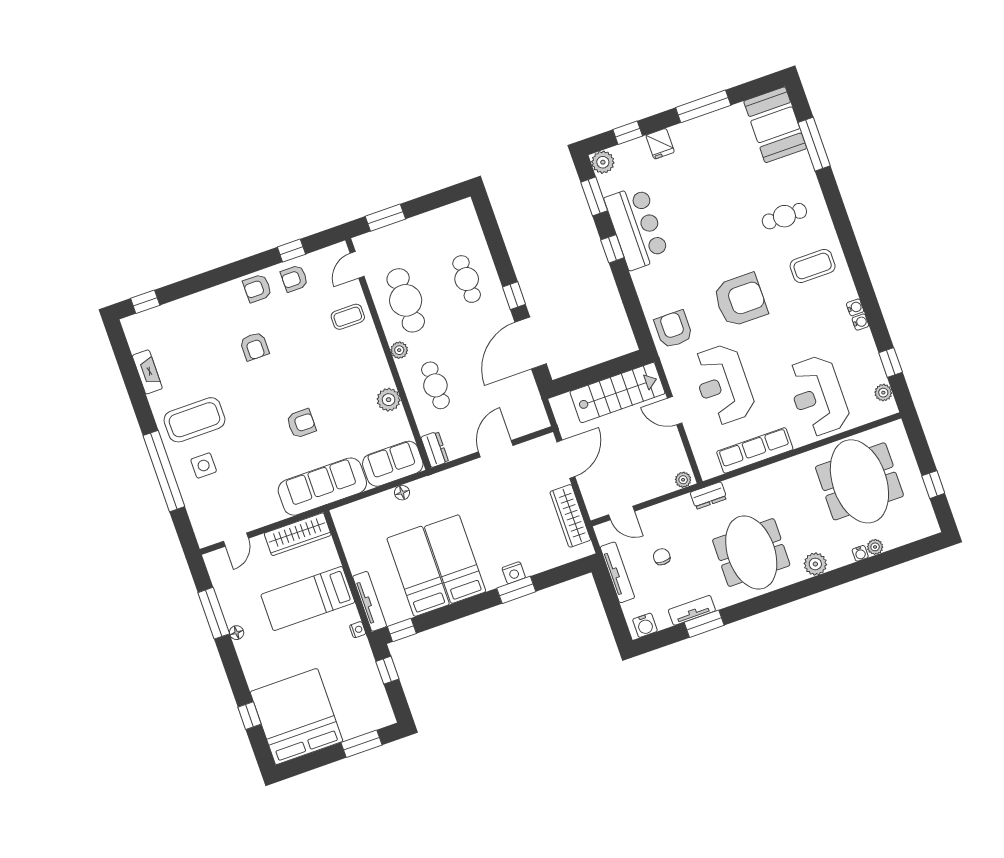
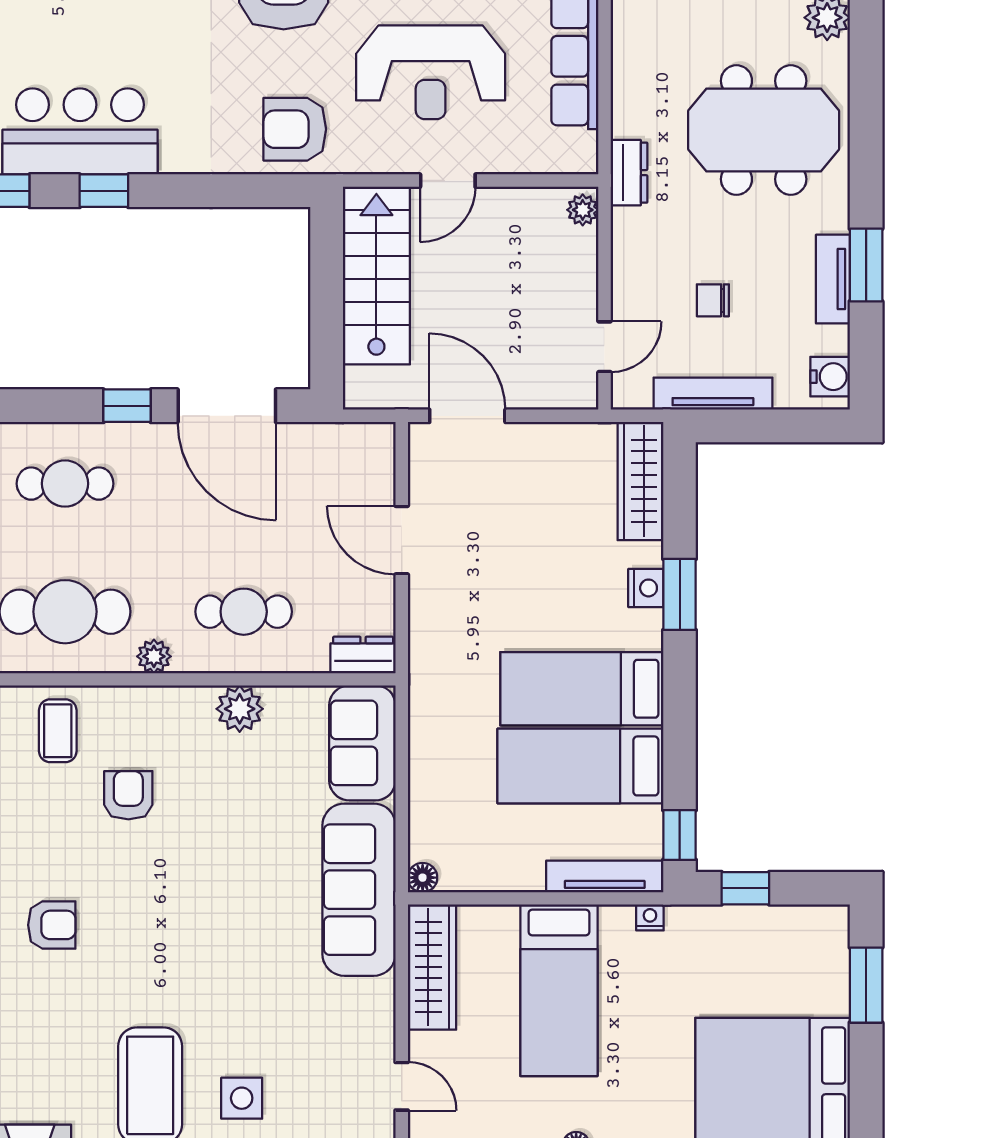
armchair: (301, 423) -> (128, 795), moved
floor lamp: (402, 493) -> (423, 878), moved
wardrobe: (570, 516) -> (640, 481), moved, turned 90

